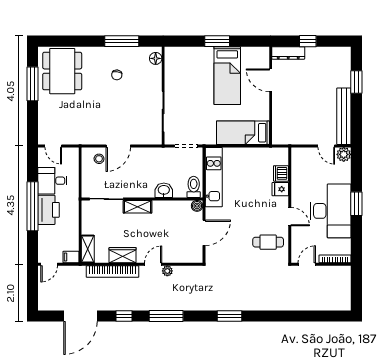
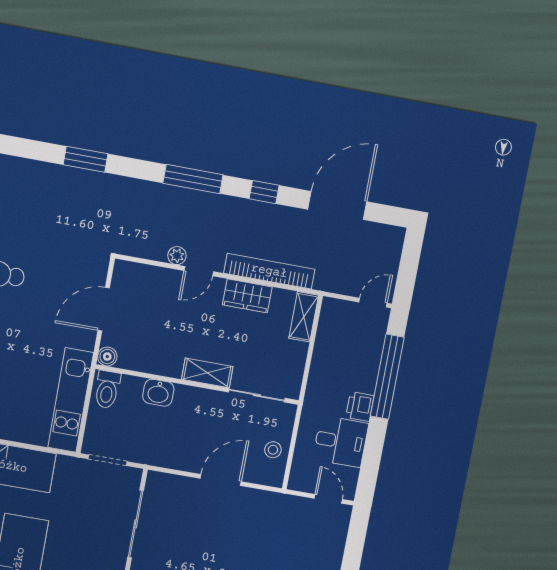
stool: (99, 159) -> (273, 450), moved
window: (33, 206) -> (387, 377), moved
printer: (48, 210) -> (360, 406), width x0.53, depth x0.68
filing cabinet: (71, 257) -> (334, 308), removed

